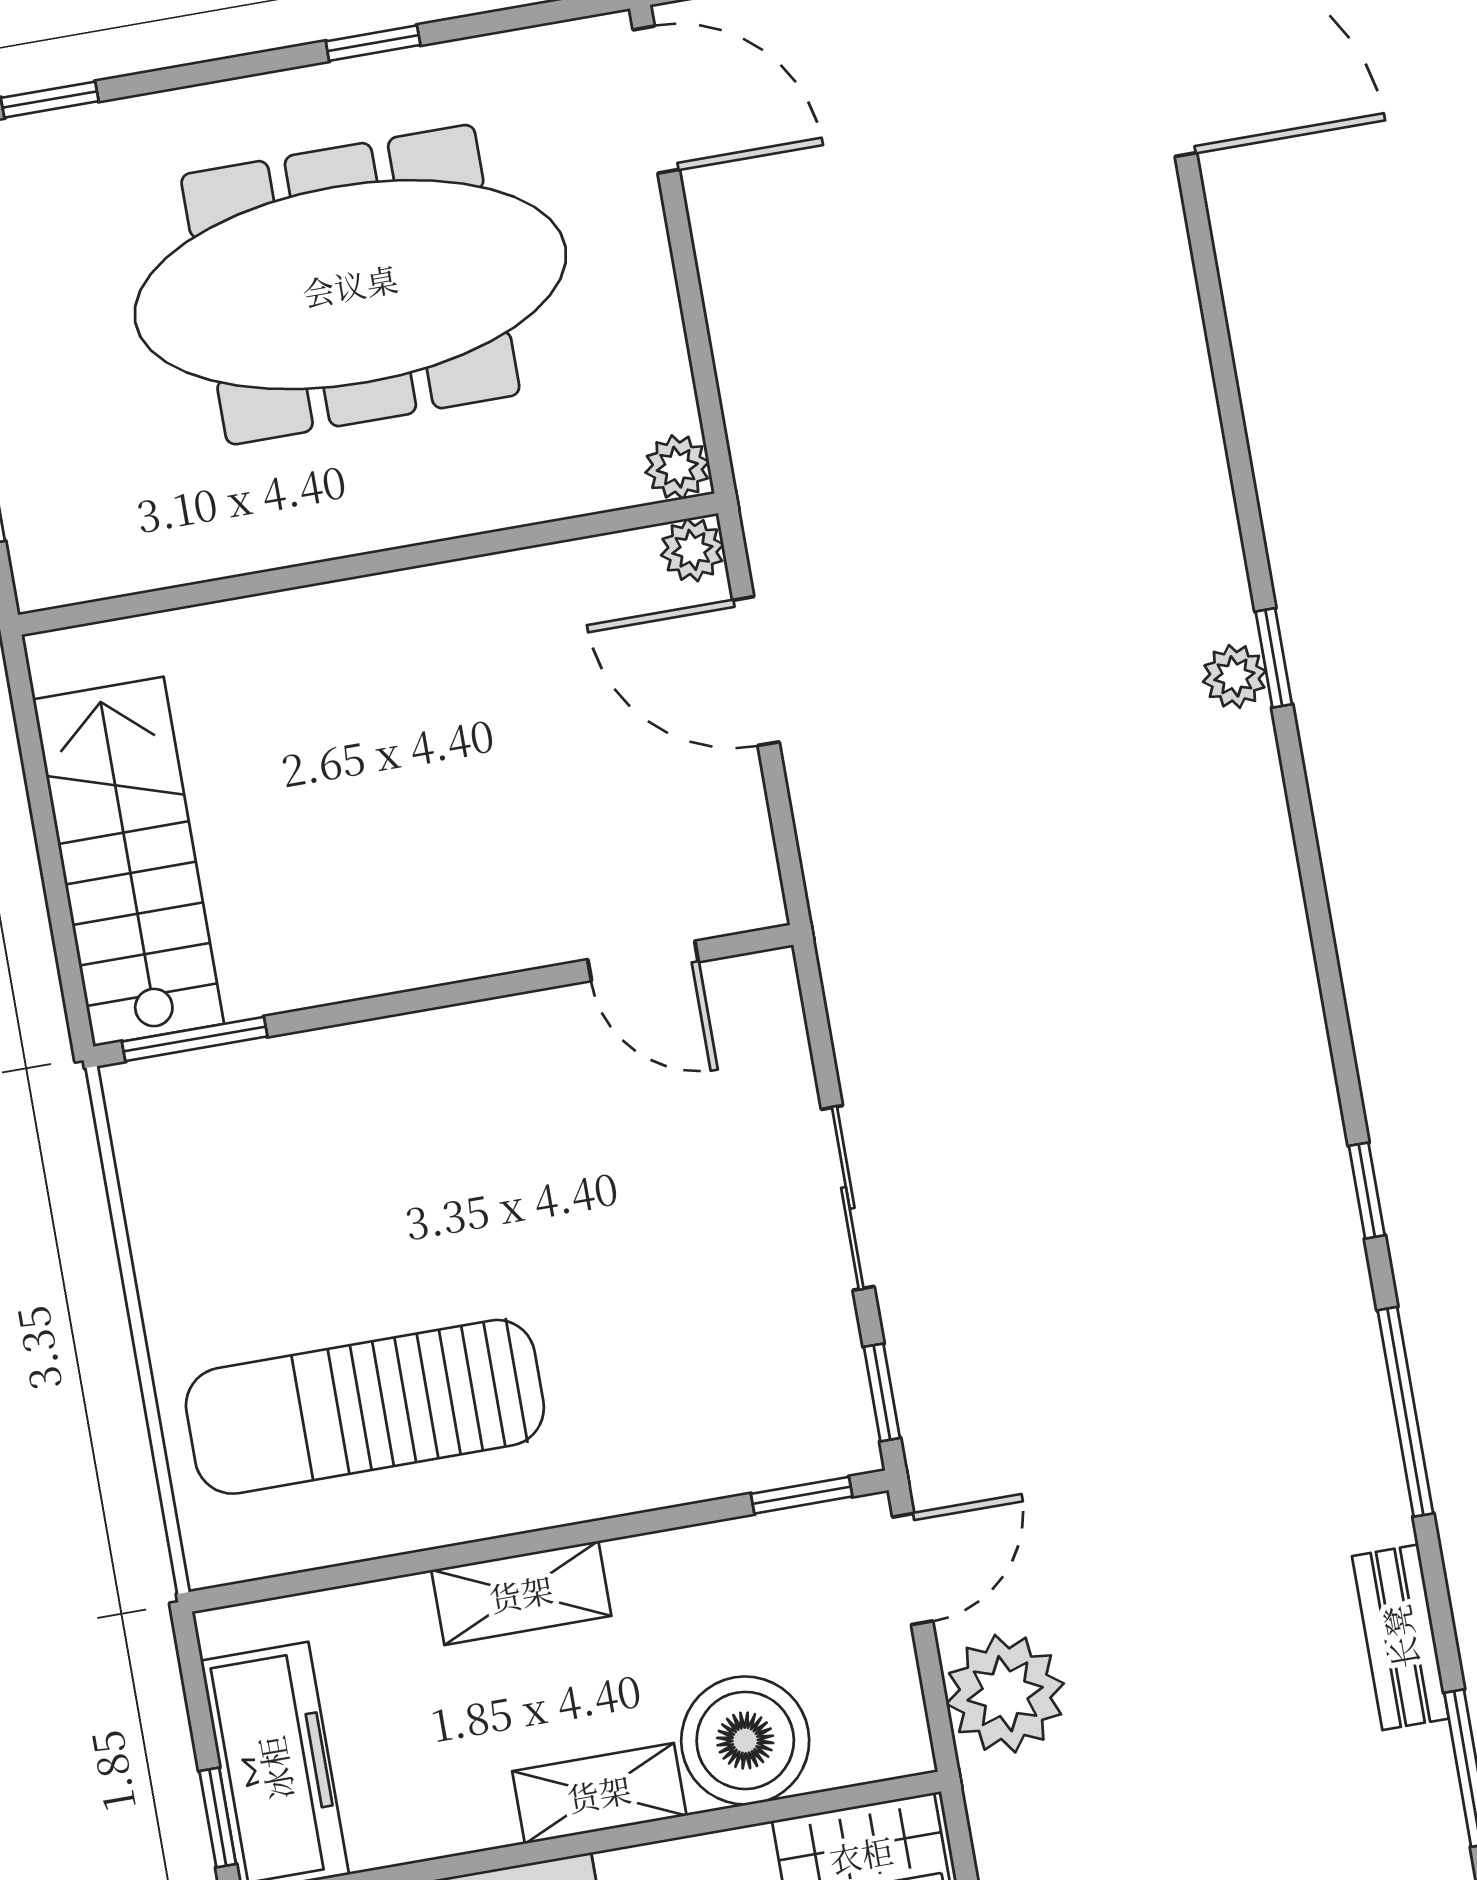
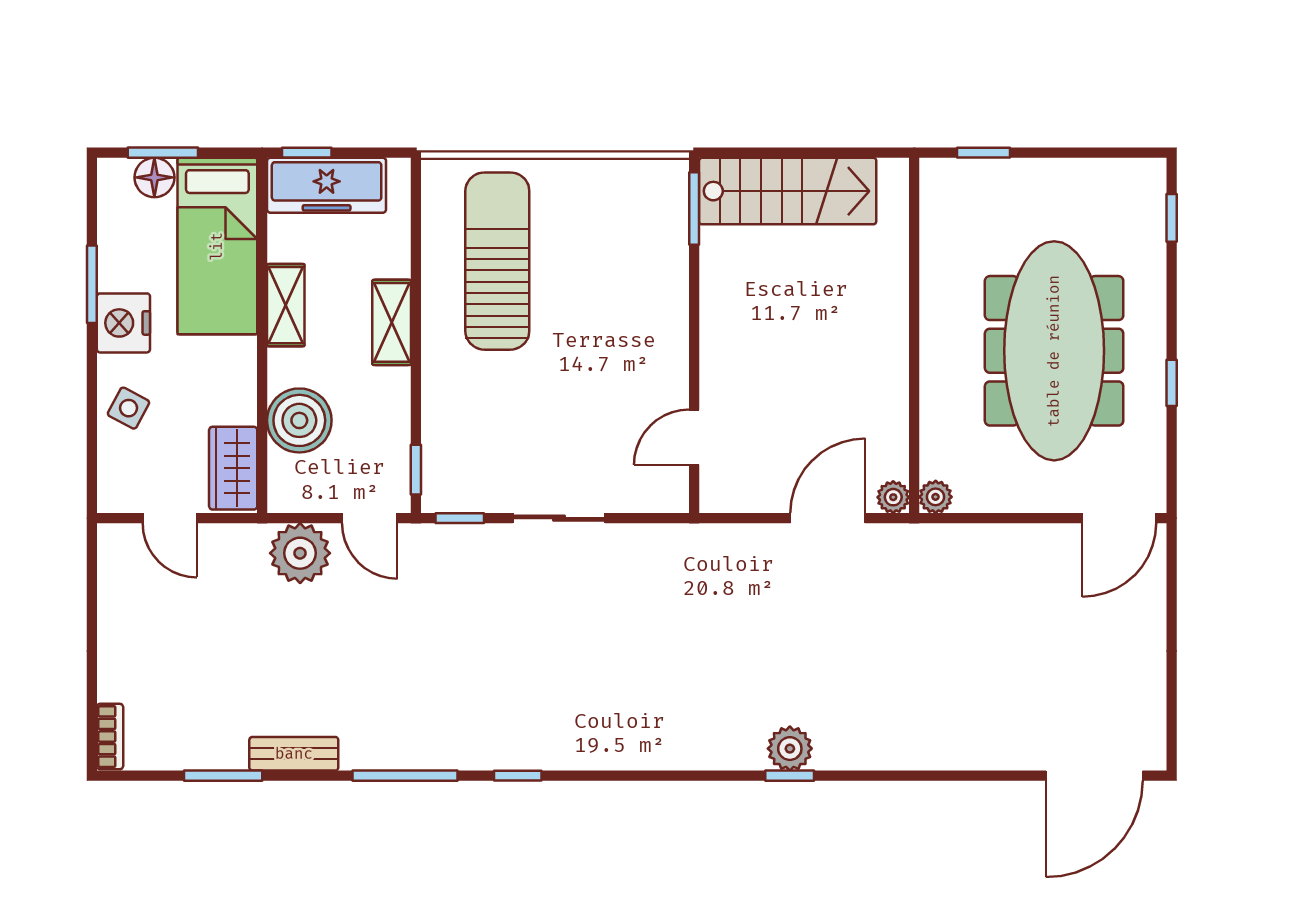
plant: (1234, 676) -> (790, 749), width x1.38, depth x1.38
shelving: (599, 1793) -> (286, 305), moved

